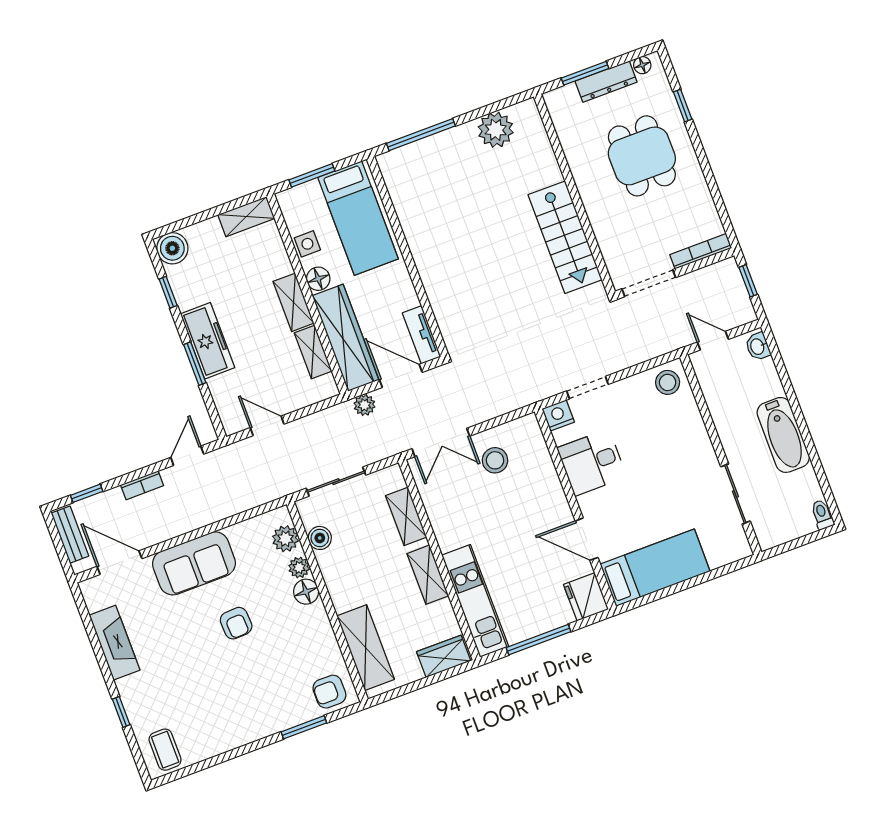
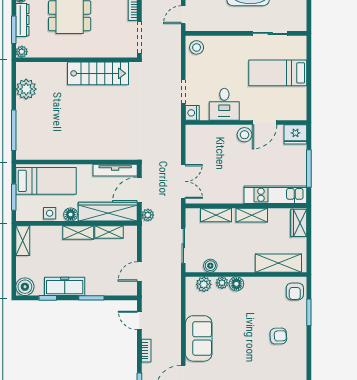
plant: (554, 100) -> (22, 52), added
tv unit: (422, 335) -> (115, 170), width x1.41
freezer: (208, 341) -> (65, 286), moved
stool: (495, 460) -> (244, 135), moved
bed: (655, 568) -> (278, 73), moved, turned -90
armchair: (236, 623) -> (278, 336), moved

